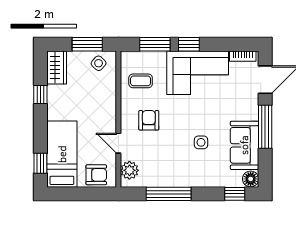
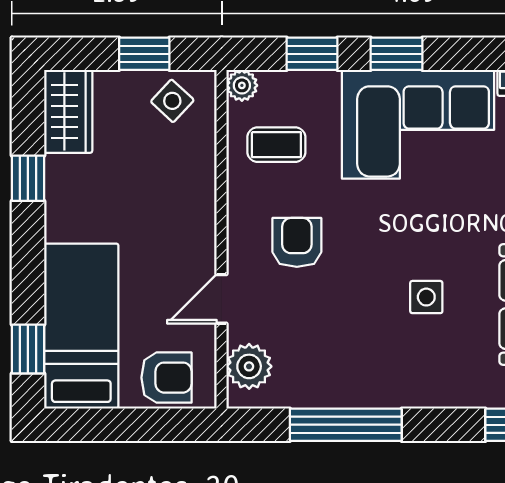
window: (87, 44) -> (144, 54), width x0.67
window: (155, 44) -> (312, 54), width x0.67
plant: (127, 57) -> (242, 85), added
door: (118, 143) -> (222, 299), hinge flipped

